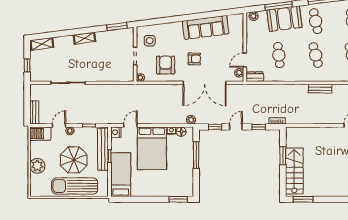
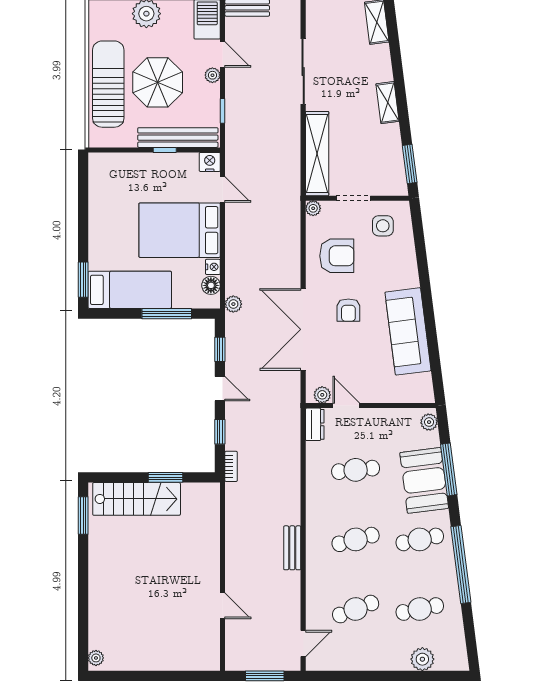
shelving: (111, 75) -> (317, 154), added
bed: (121, 175) -> (130, 290), moved

